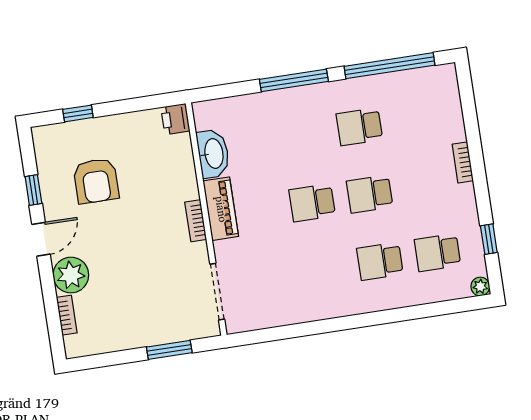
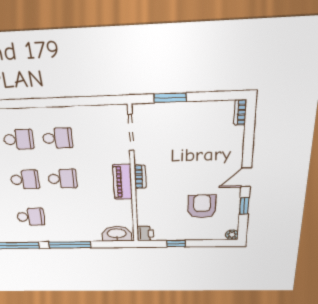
window: (78, 113) -> (176, 244), moved
washbasin: (213, 154) -> (117, 234), moved, turned 90
school desk: (322, 270) -> (58, 138), added
plant: (71, 275) -> (232, 235), moved, width x0.53, depth x0.53
bookcase: (67, 315) -> (240, 112), moved

